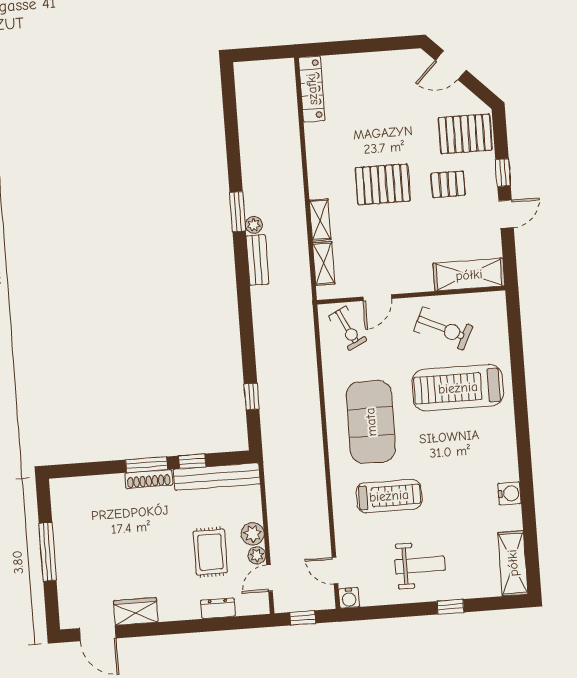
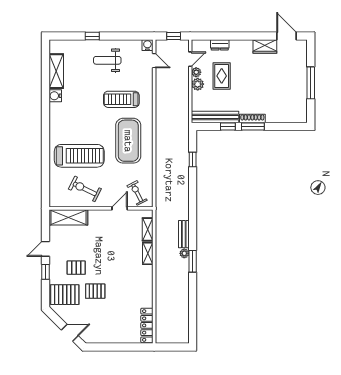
pallet: (383, 184) -> (95, 291), moved, width x0.67, depth x0.71
shelving: (513, 563) -> (56, 71), moved

